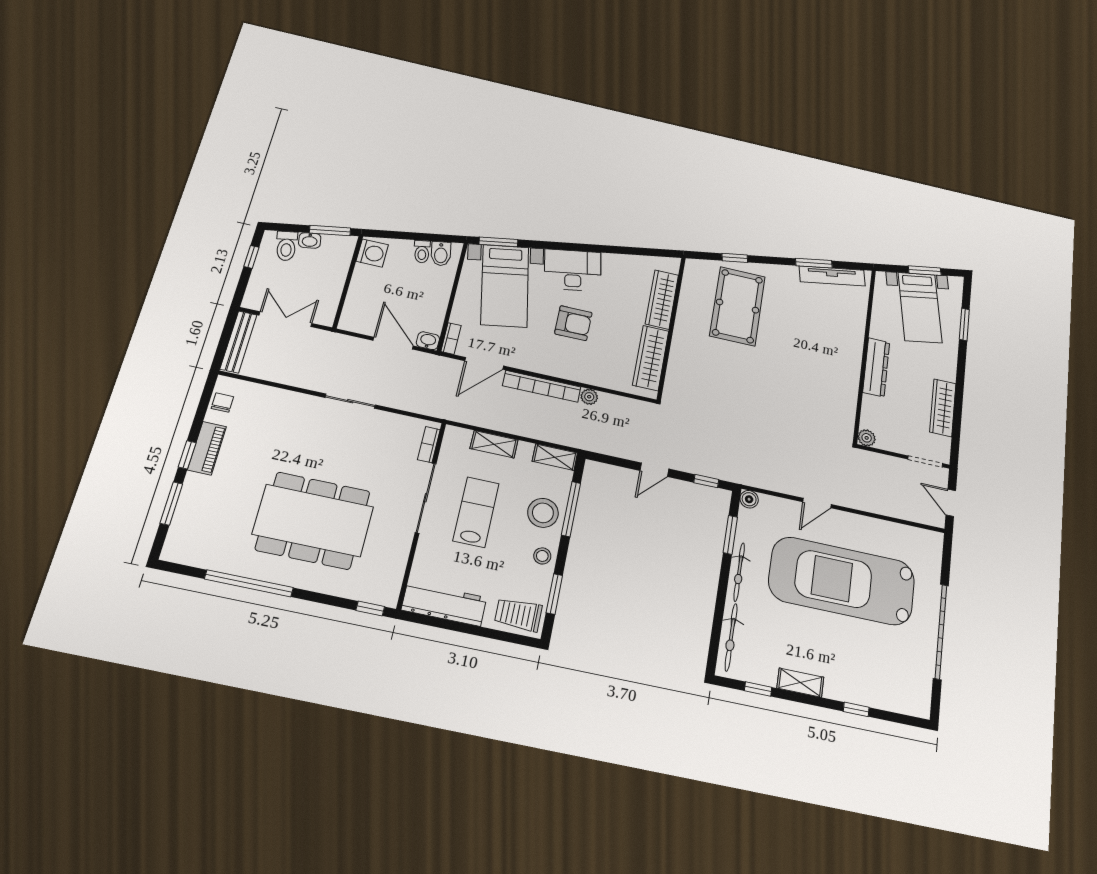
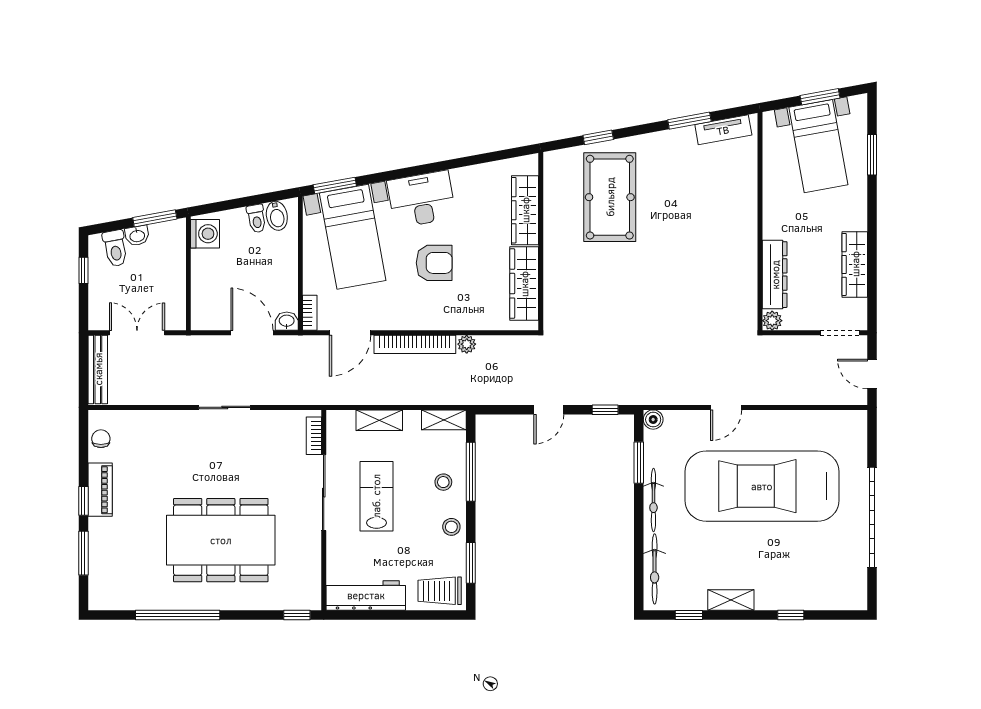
tv unit: (832, 276) -> (723, 130), width x0.71
dresser: (876, 367) -> (775, 275), moved
stool: (543, 513) -> (443, 482), width x0.53, depth x0.53

